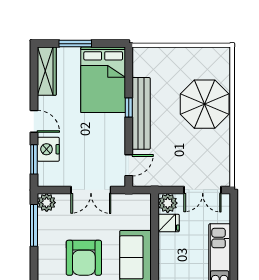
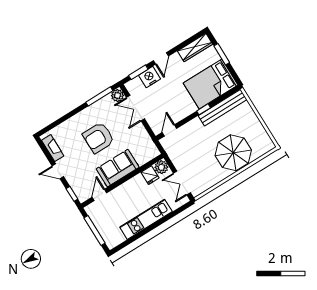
bench: (141, 113) -> (223, 108), moved
door: (129, 165) -> (169, 130), swing flipped
double door: (91, 190) -> (136, 108), moved

